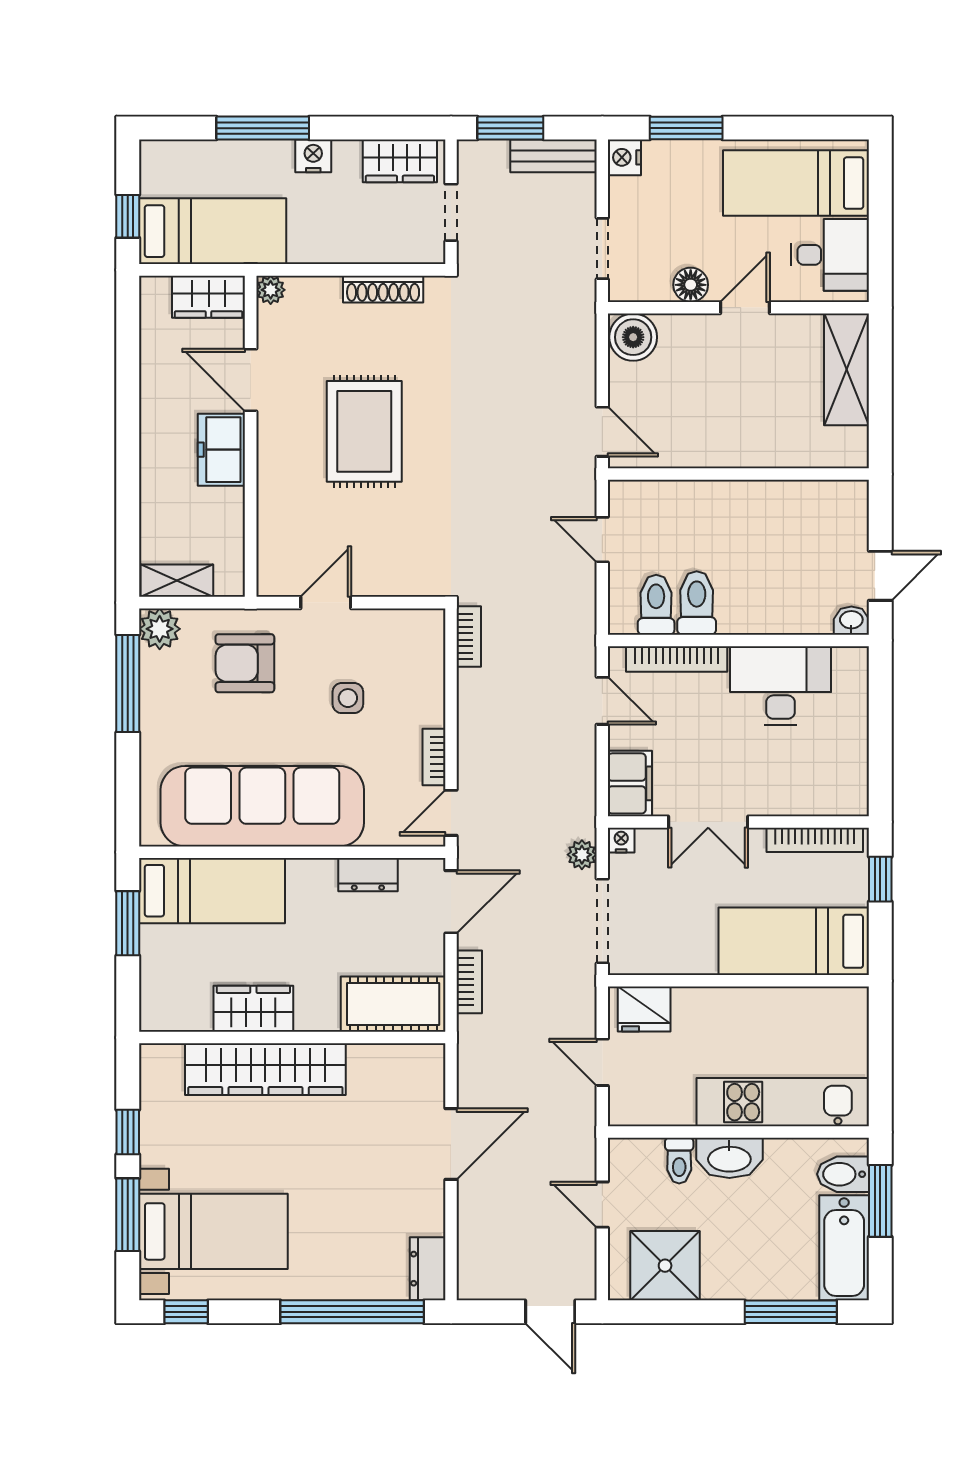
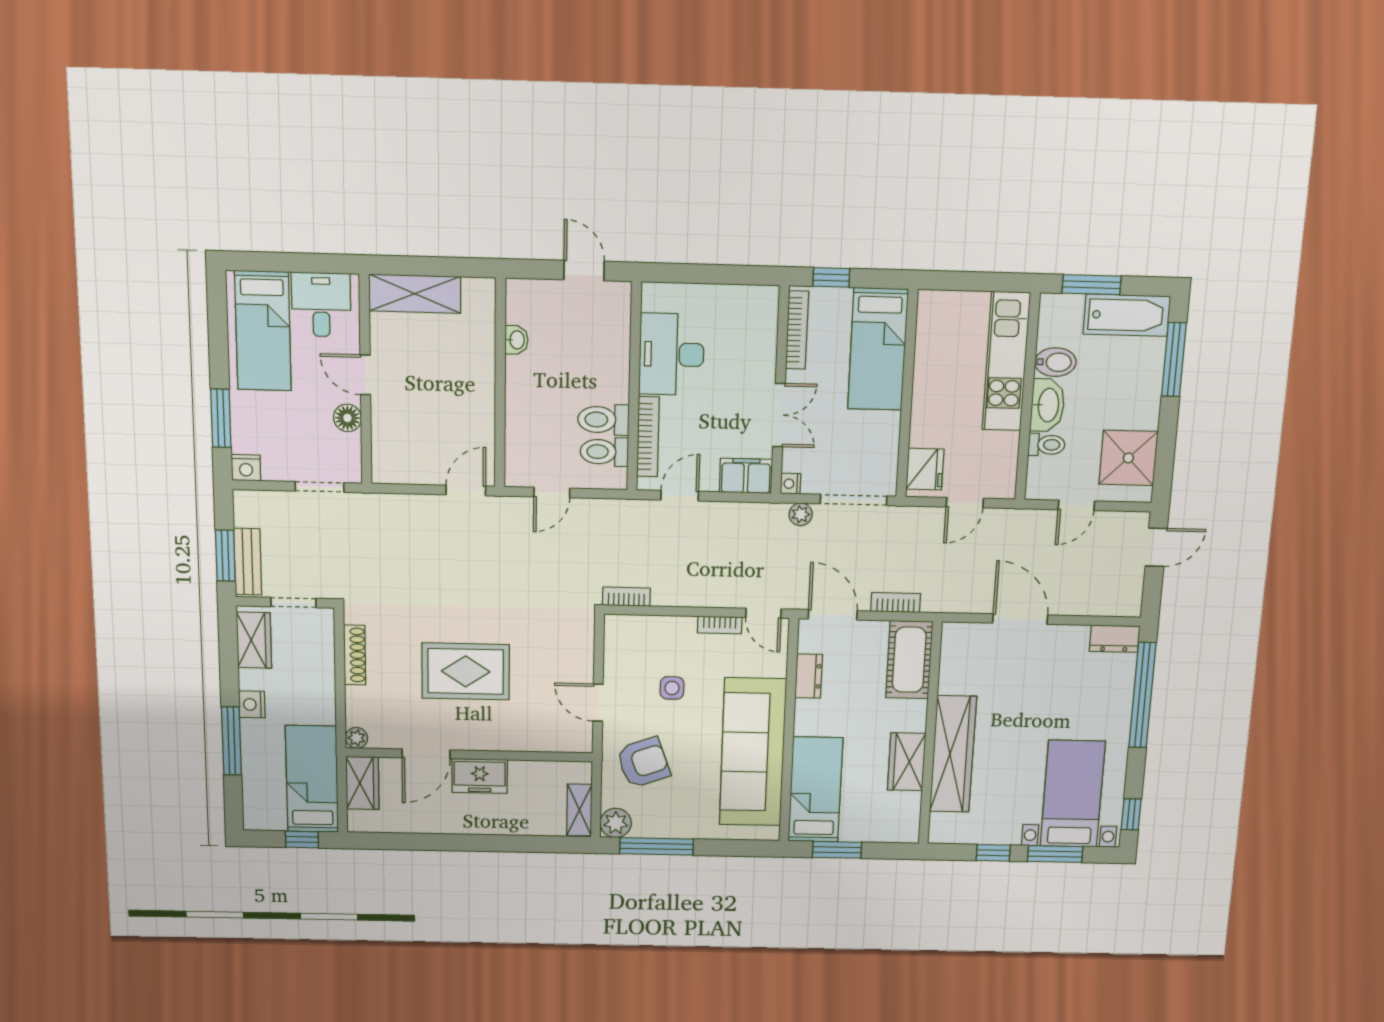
bench: (553, 156) -> (248, 562), moved
boiler: (633, 337) -> (390, 464), removed
washbasin: (851, 621) -> (516, 340), moved, turned 180
armchair: (245, 663) -> (643, 763), turned -110
bidet: (843, 1174) -> (1055, 362), moved, turned -90

